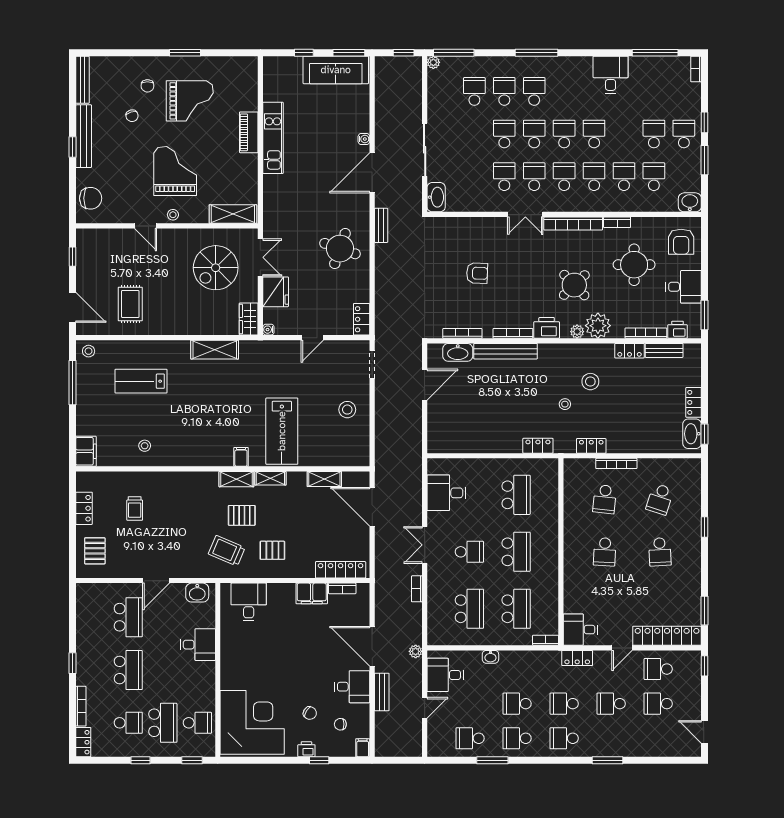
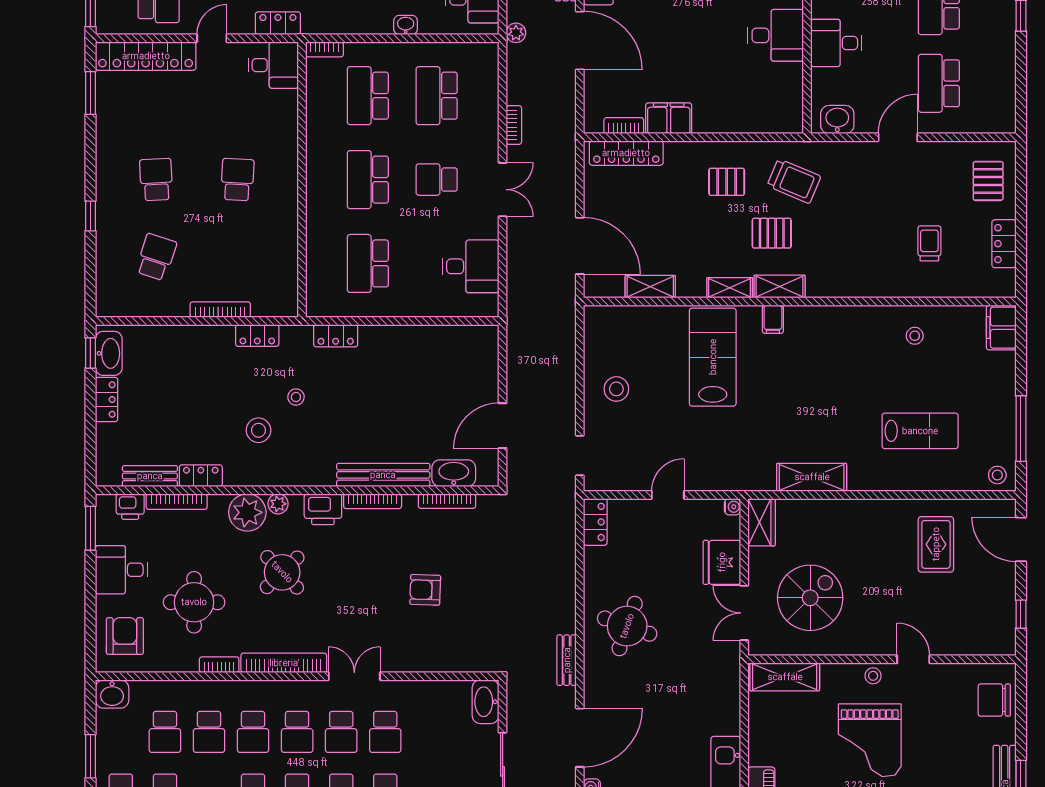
school desk: (605, 499) -> (237, 257), removed
desk: (249, 602) -> (775, 35), moved, turned -90

